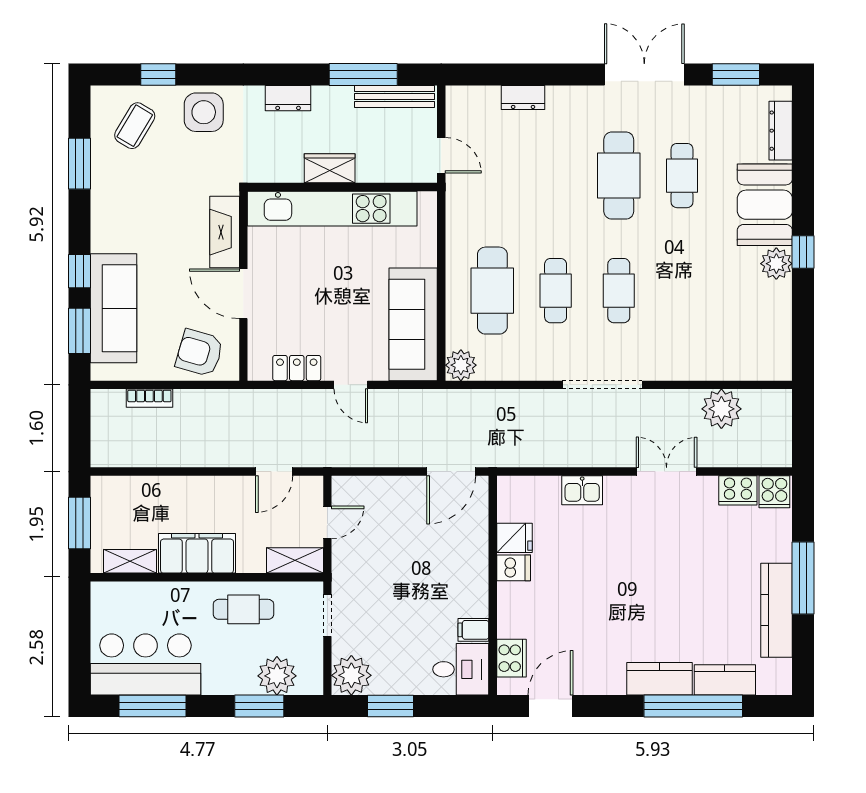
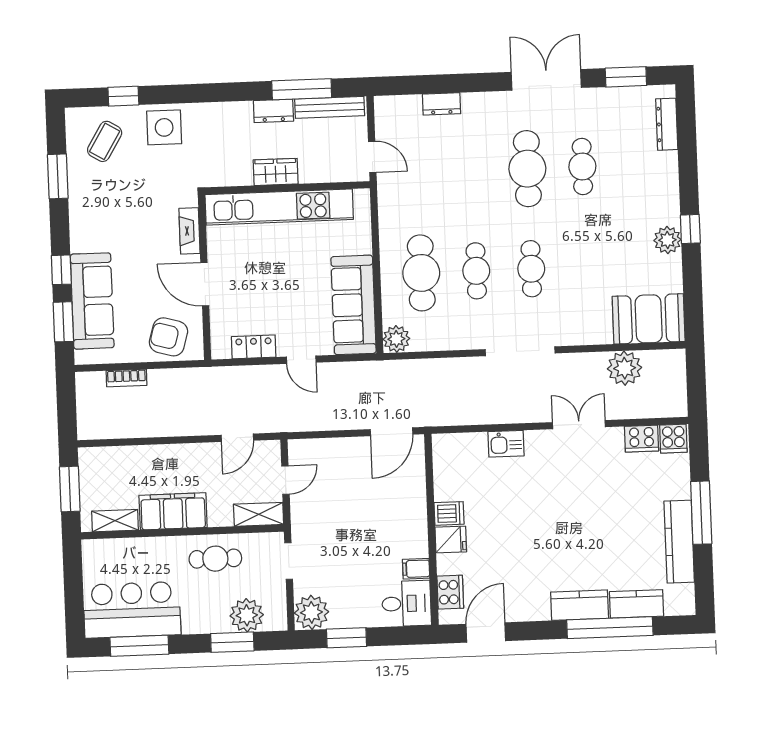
dresser: (288, 98) -> (273, 111), moved
booth: (765, 205) -> (649, 319), moved, turned 90
fireplace: (225, 232) -> (189, 231), width x0.73, depth x0.76
fridge: (514, 538) -> (451, 539), moved

